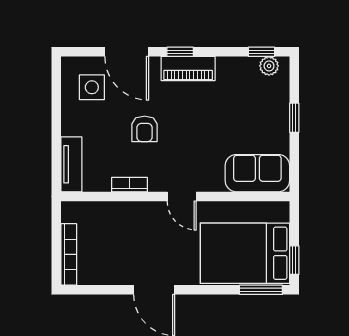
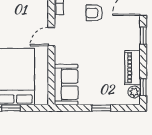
piano: (188, 68) -> (133, 68), moved

